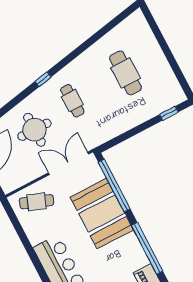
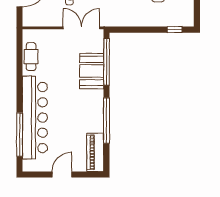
cafe table: (37, 202) -> (31, 57), moved, turned 69
booth: (102, 213) -> (92, 71), width x0.73, depth x0.70

